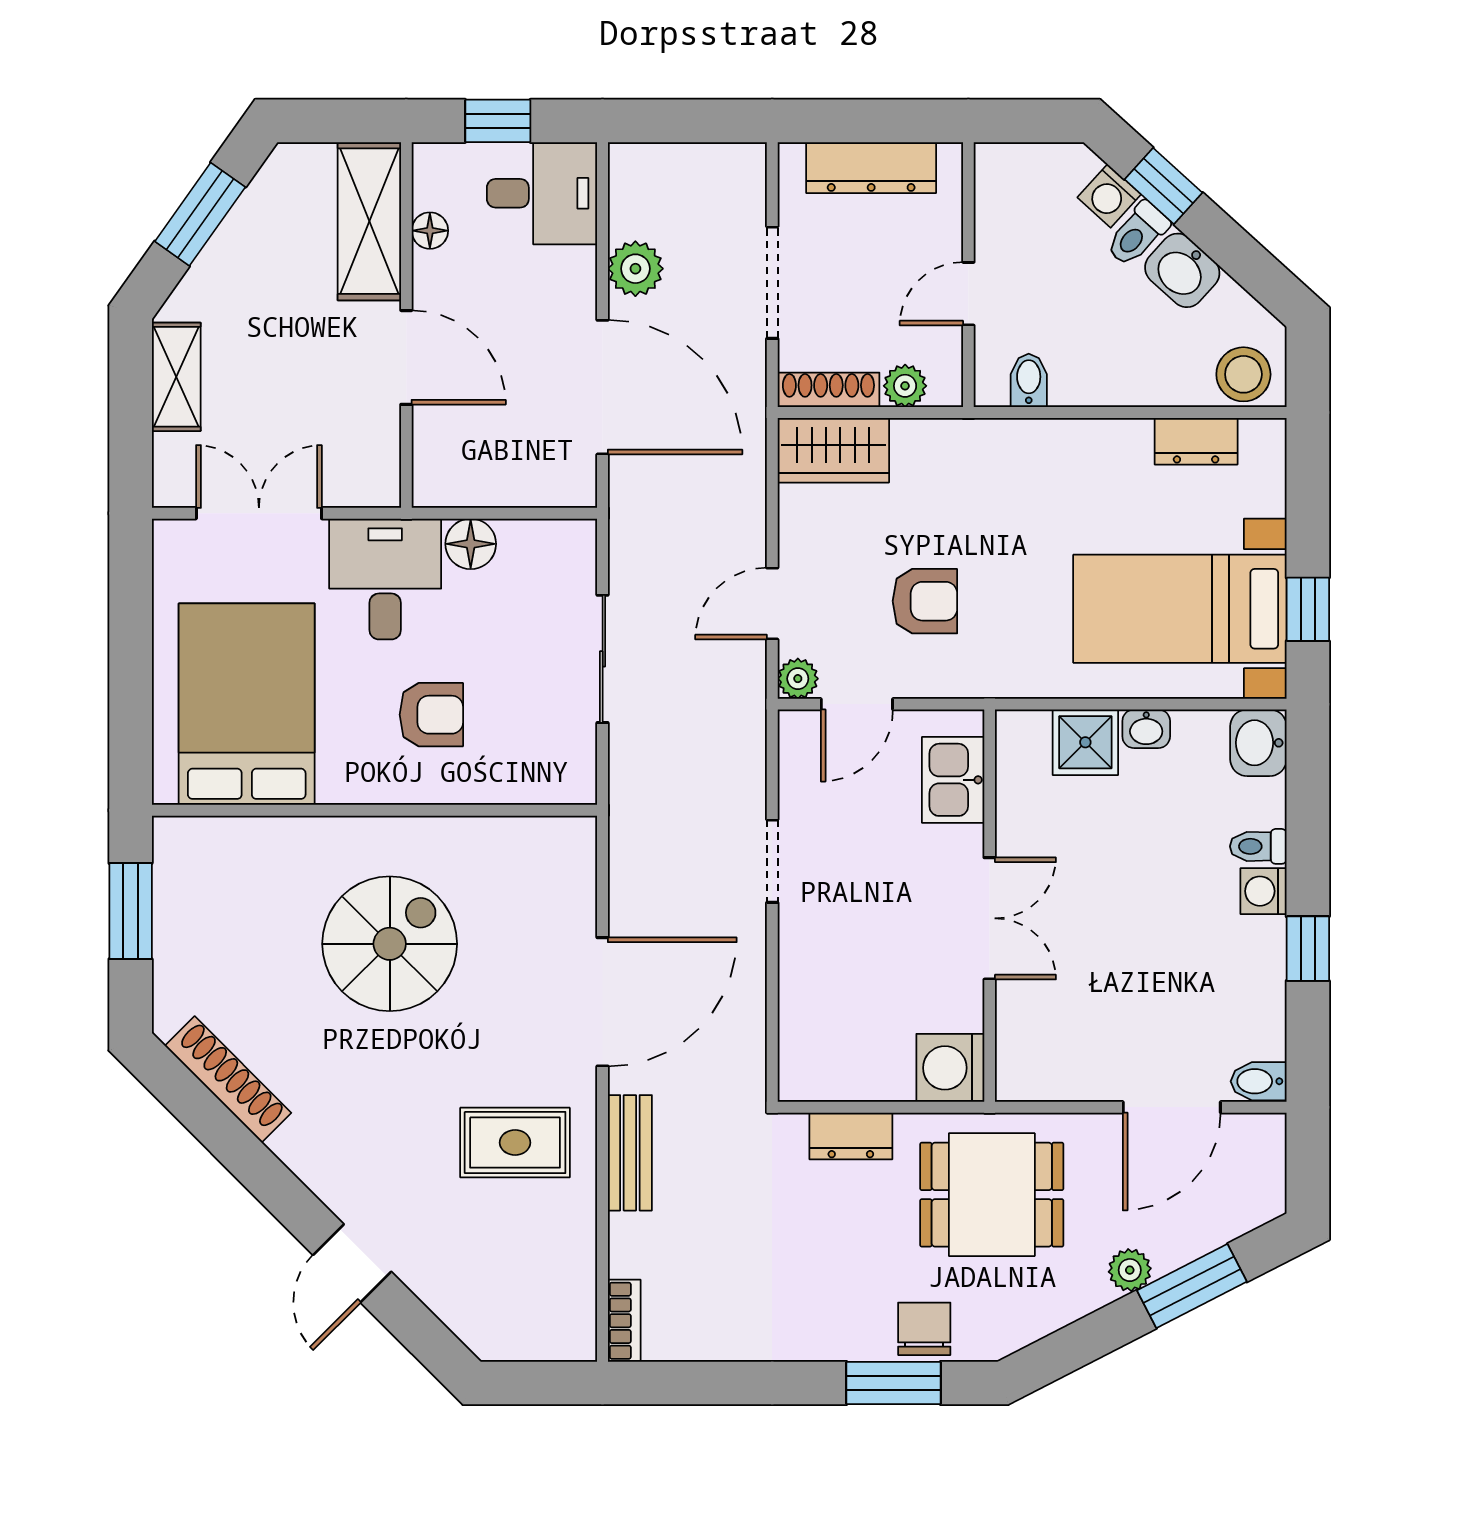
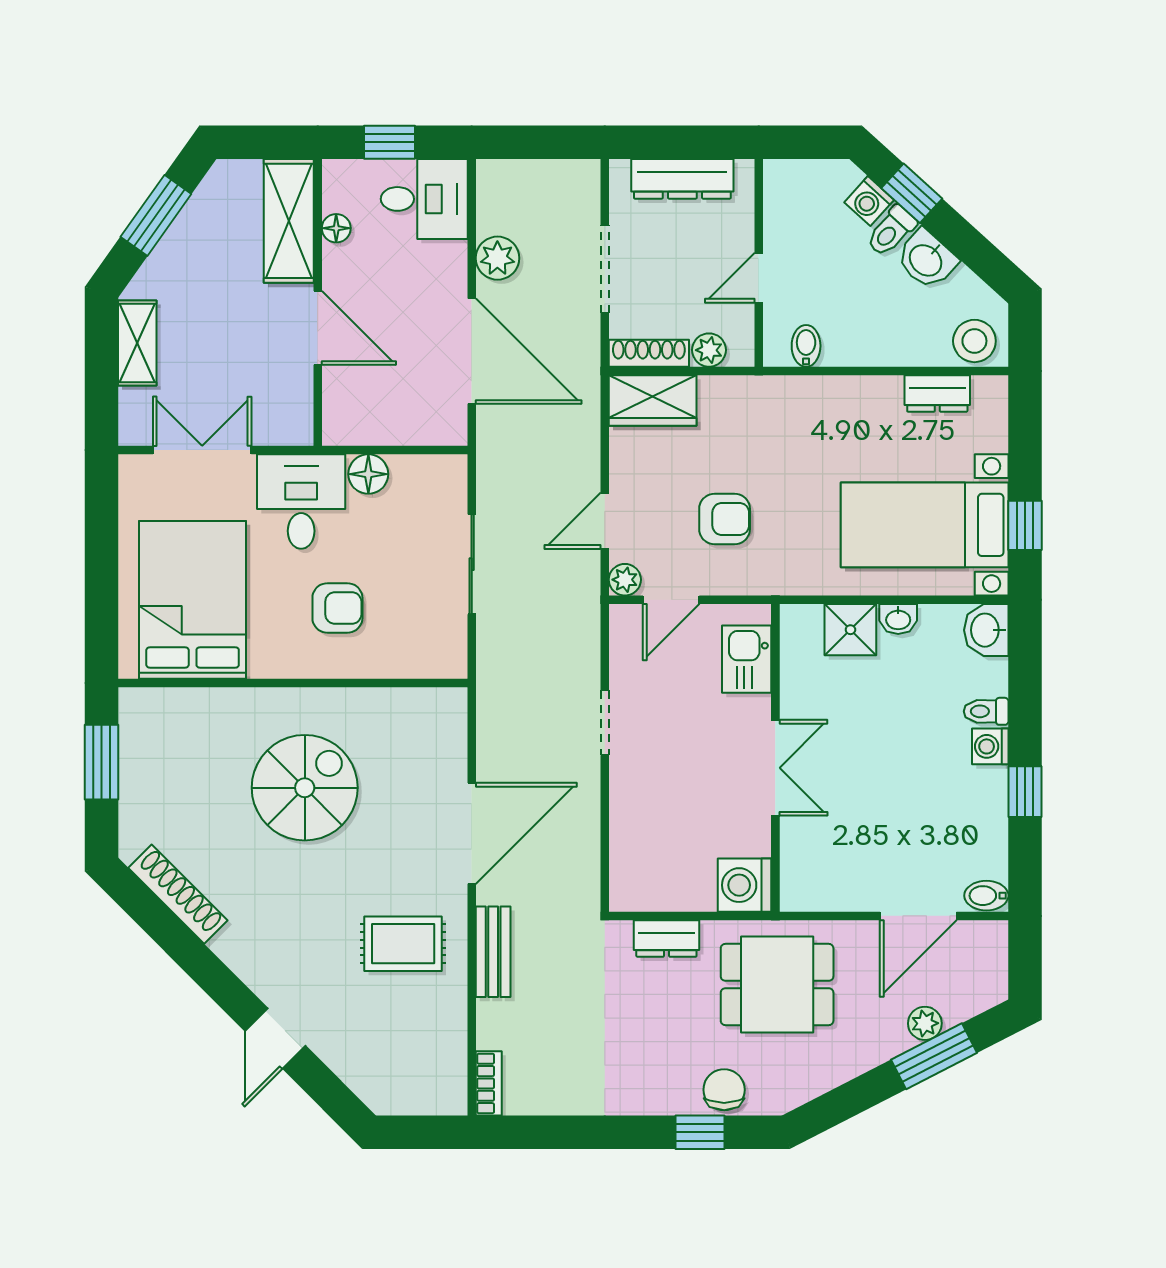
plant: (1130, 1270) -> (925, 1023), moved
window: (893, 1383) -> (700, 1132), width x0.67

